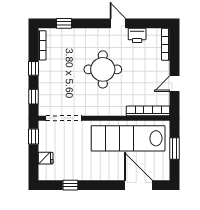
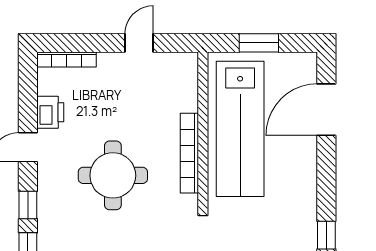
window: (87, 23) -> (28, 205), added
door: (175, 84) -> (139, 43), swing flipped
bookcase: (148, 111) -> (189, 153), moved

